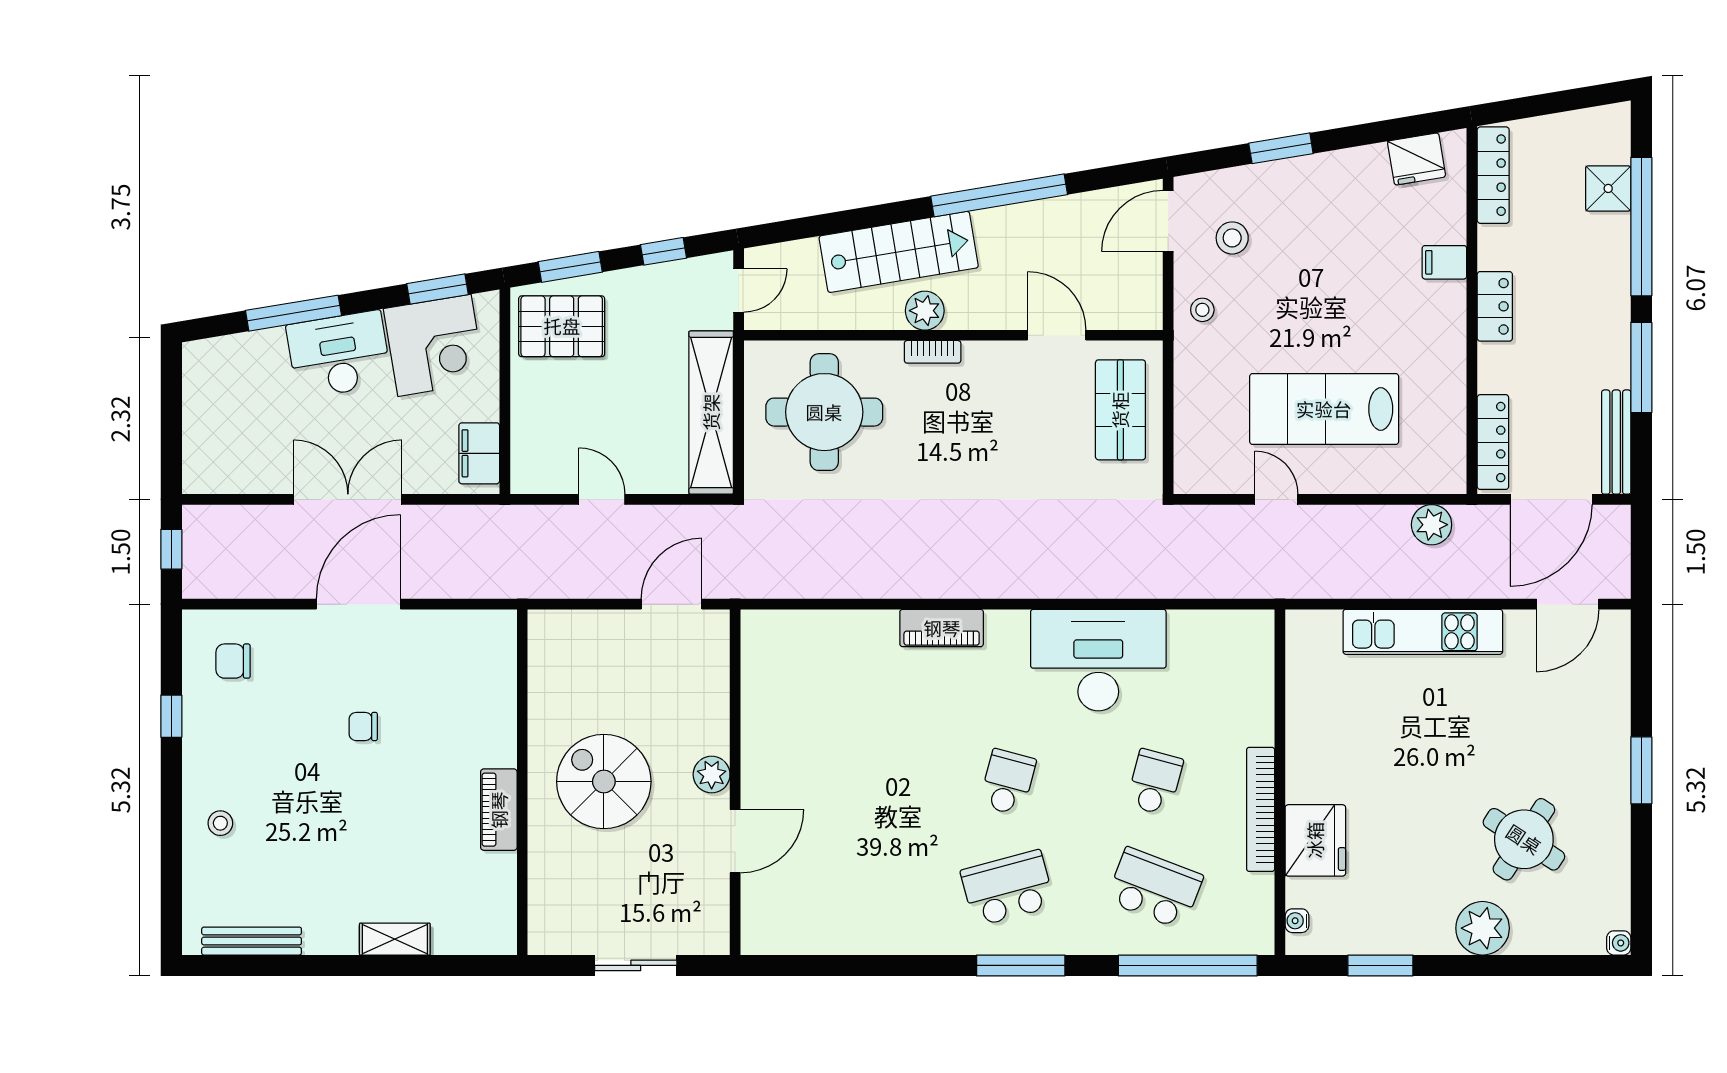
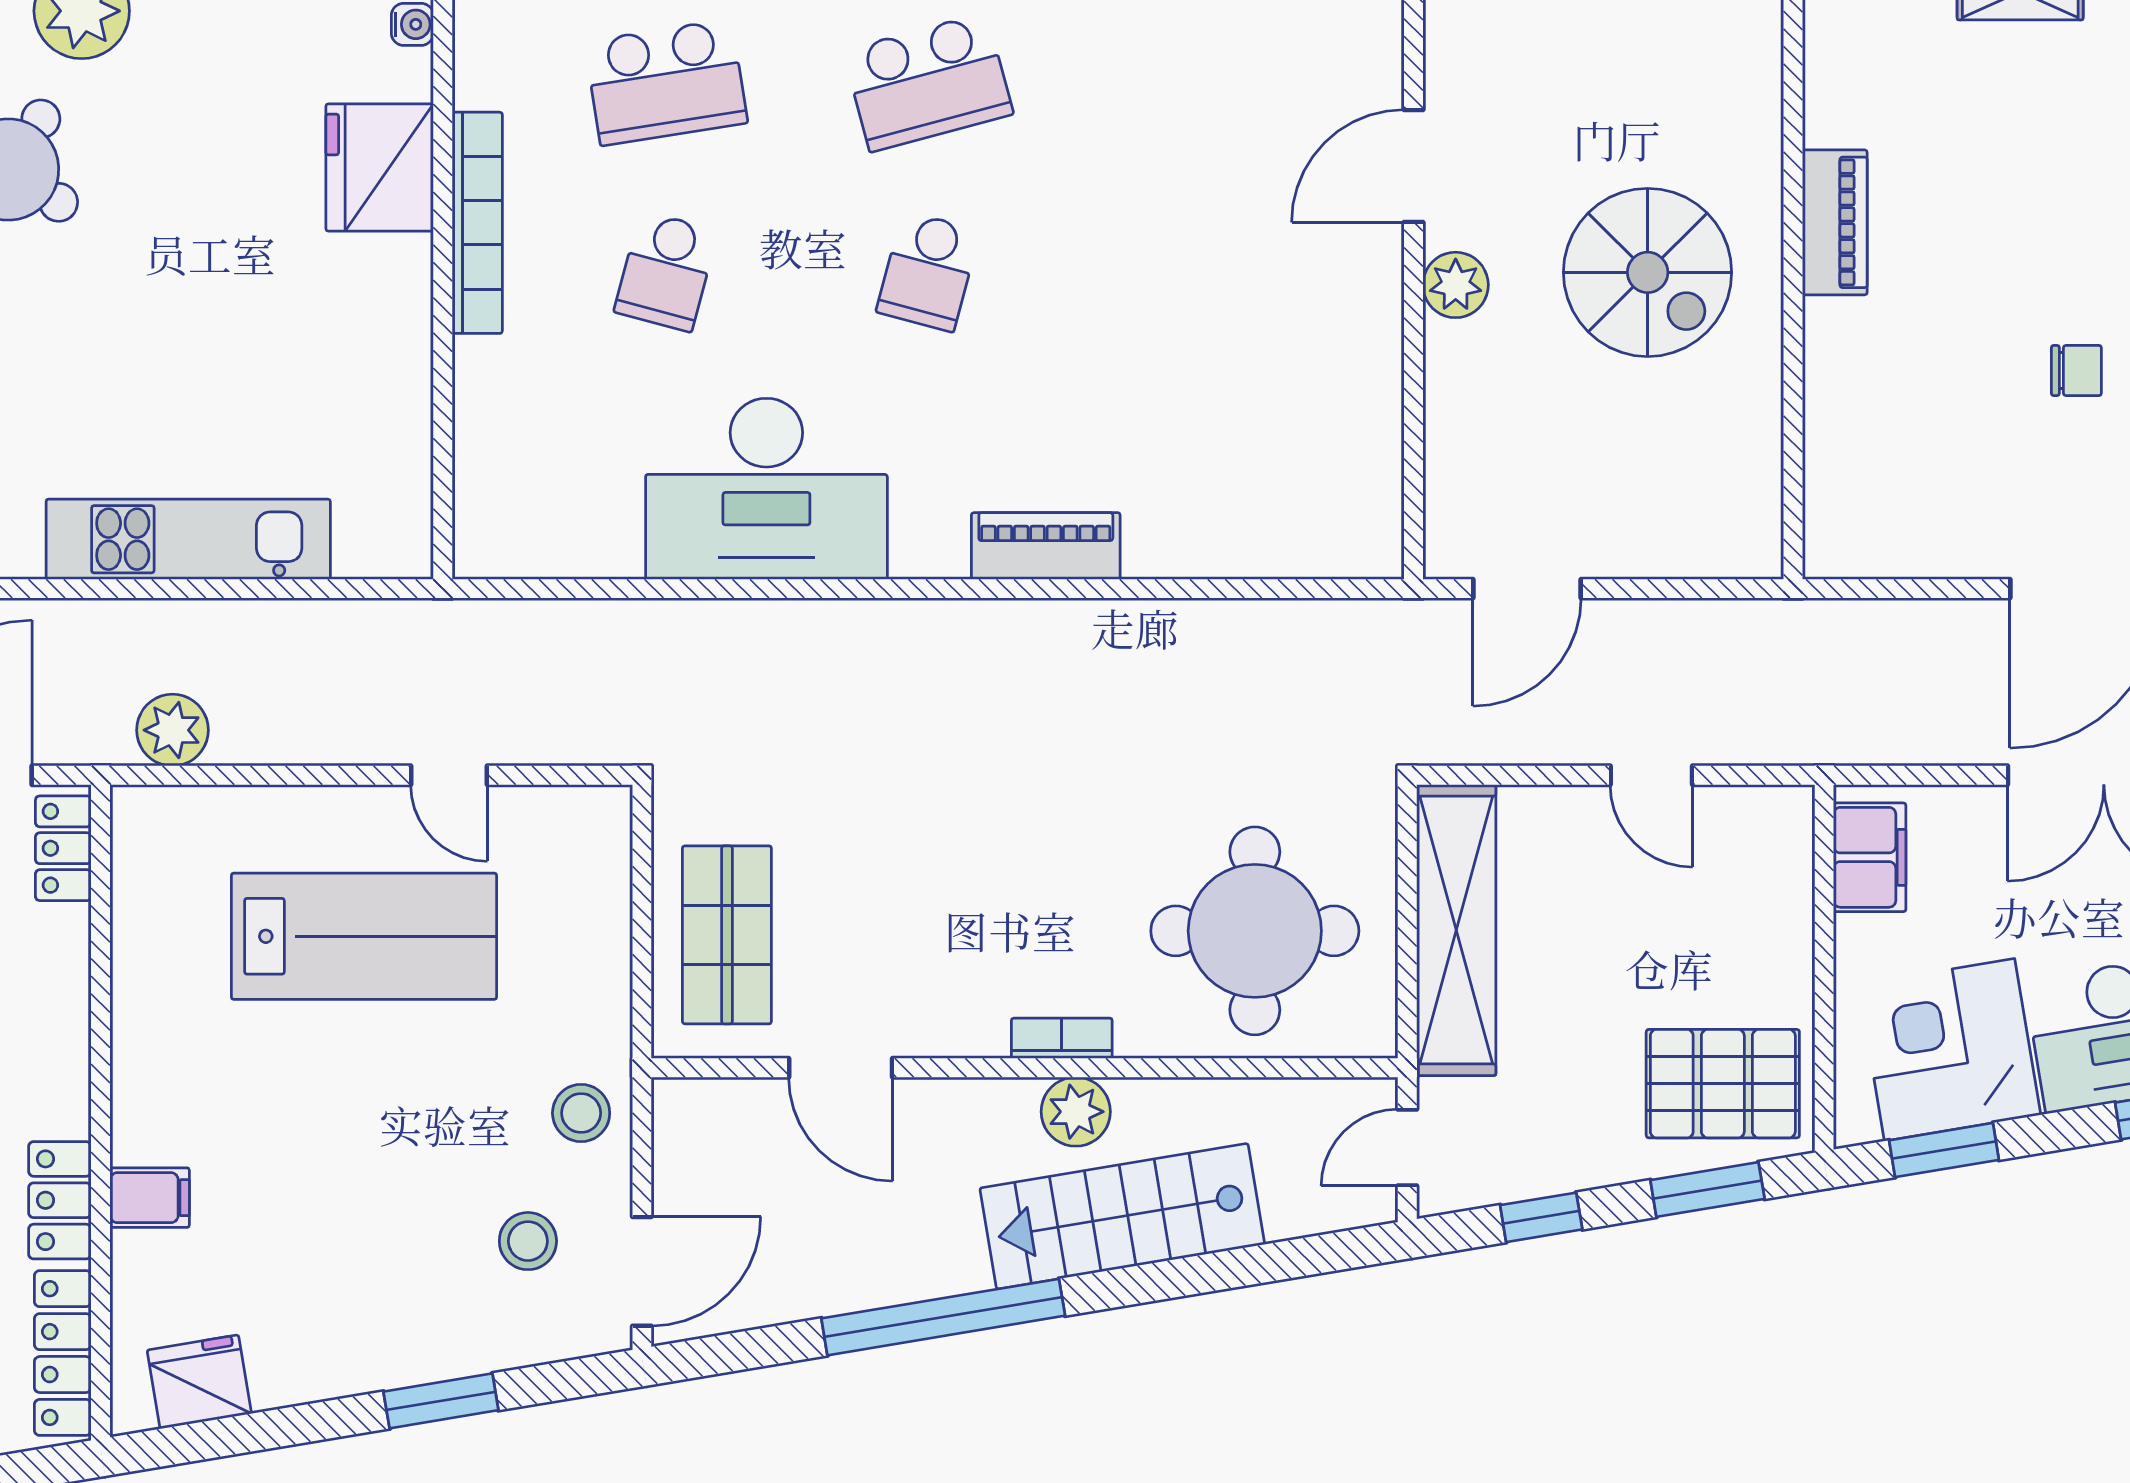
locker: (1495, 306) -> (60, 1200), moved
stool: (1202, 310) -> (581, 1113), width x1.37, depth x1.37
locker: (1493, 442) -> (63, 848), width x0.66
school desk: (1155, 888) -> (666, 82), turned -30

